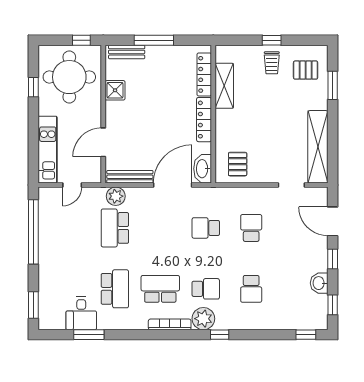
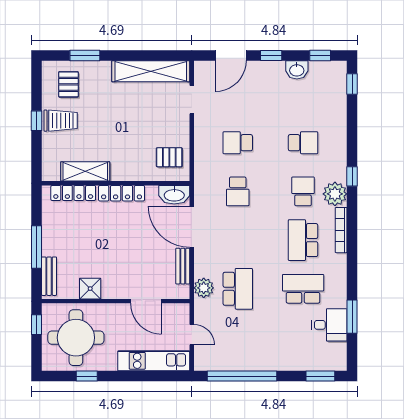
trolley: (272, 63) -> (61, 121), width x1.36, depth x1.39
bench: (130, 177) -> (183, 266), width x0.73
school desk: (115, 228) -> (238, 289), turned -90

